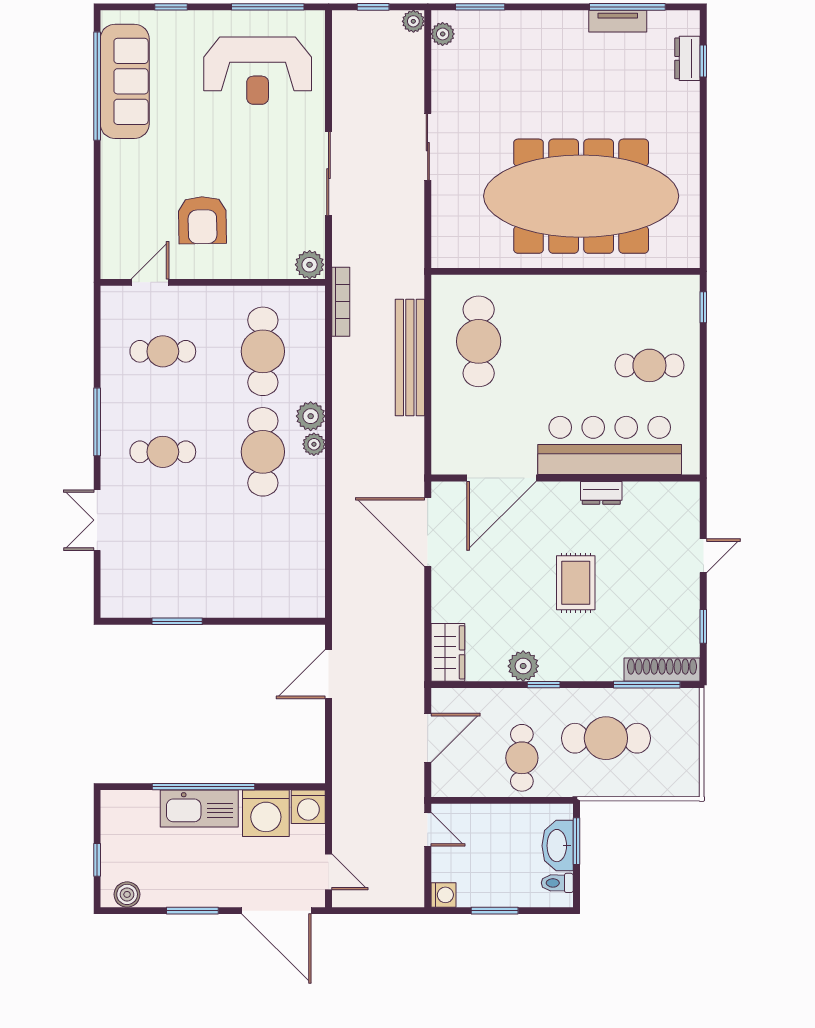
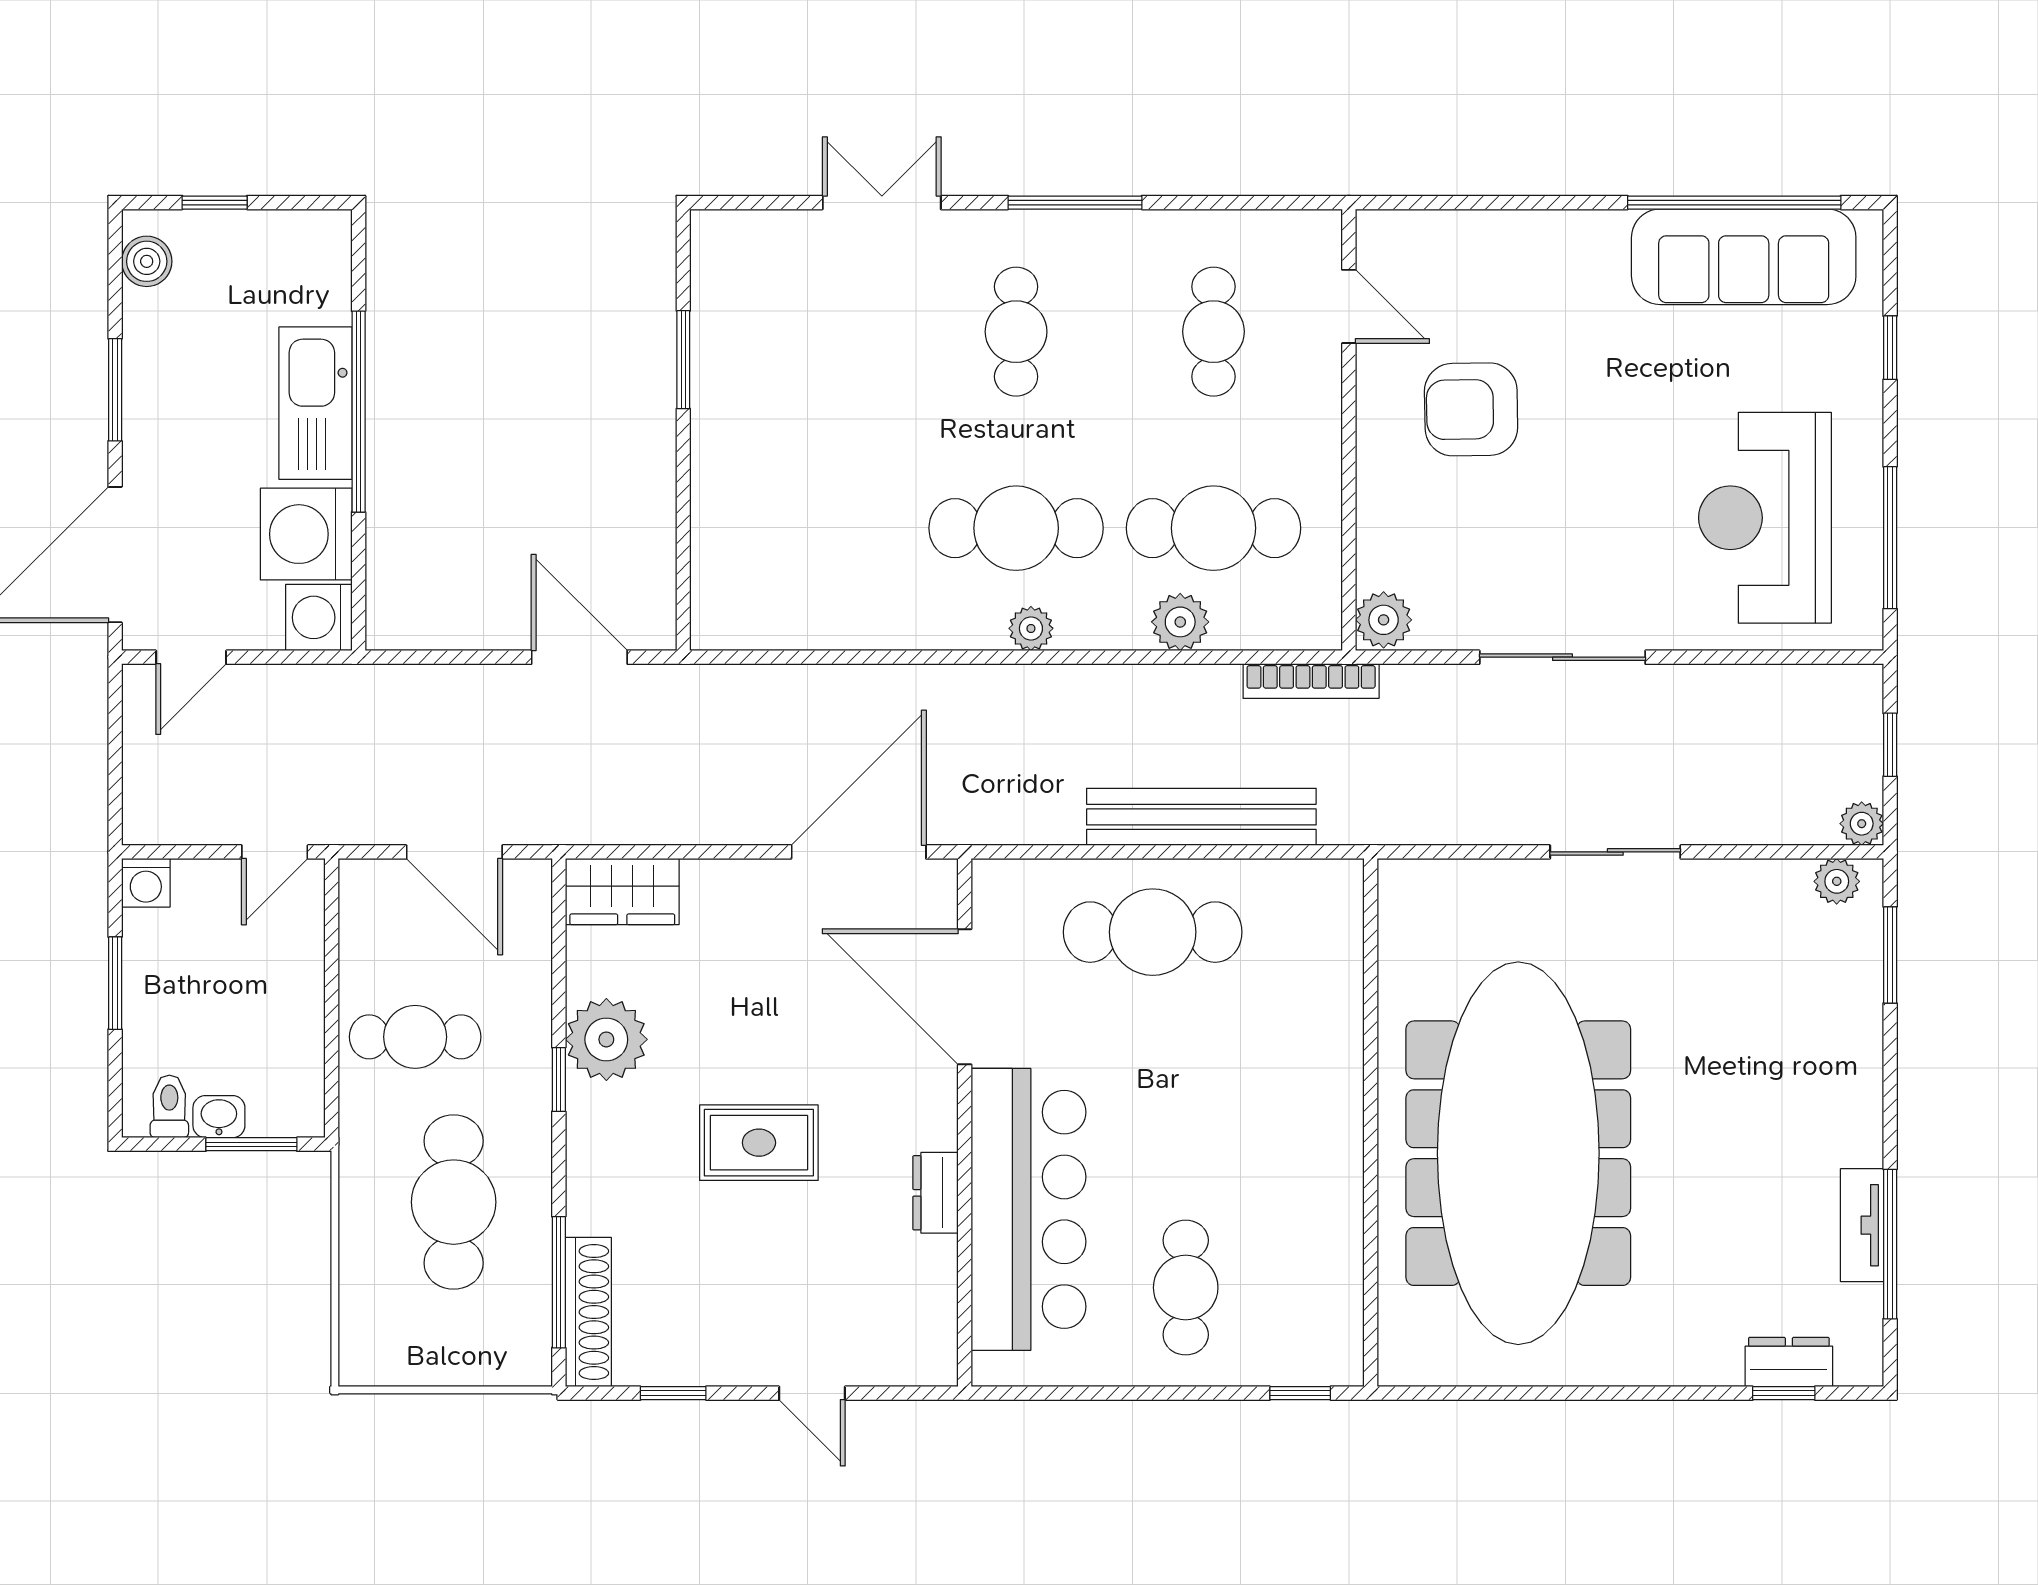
cafe table: (479, 341) -> (1153, 932), moved
plant: (311, 416) -> (1180, 622), moved
plant: (523, 666) -> (606, 1039), width x1.36, depth x1.36
washbasin: (558, 846) -> (219, 1117), width x0.52, depth x0.69

